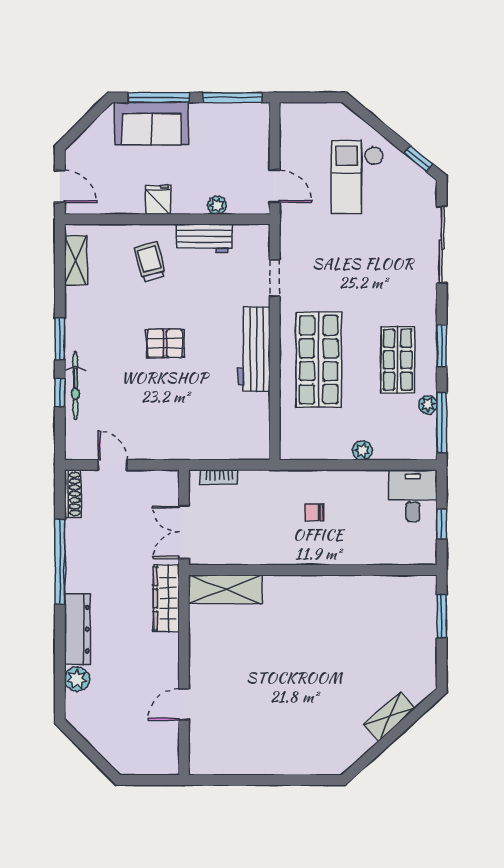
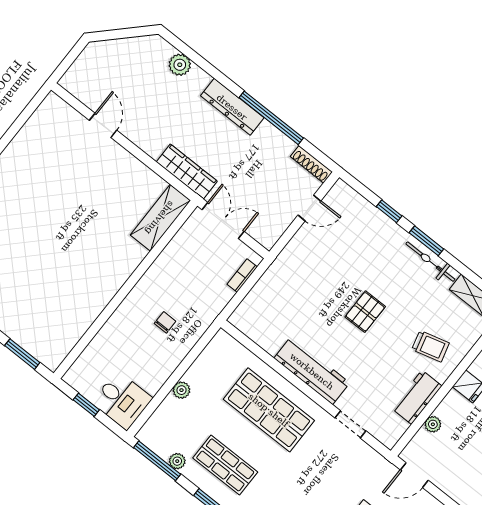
bicycle: (75, 386) -> (430, 262), moved
dresser: (77, 629) -> (232, 107), moved

